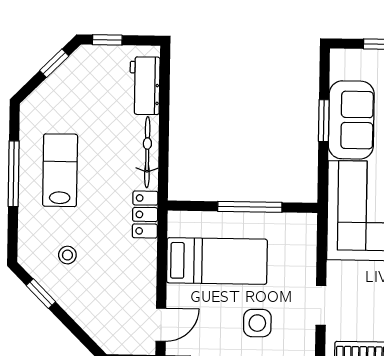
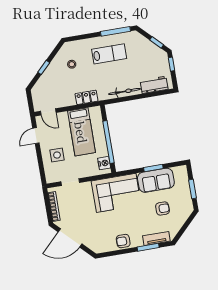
window: (14, 174) -> (115, 31), moved
window: (250, 207) -> (109, 142), width x1.46
locker: (145, 214) -> (86, 97), moved
nightstand: (293, 225) -> (104, 163), added
window: (41, 294) -> (44, 67), moved

